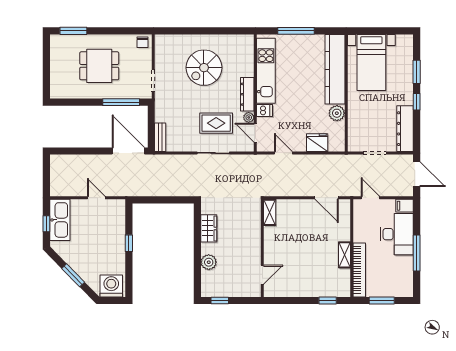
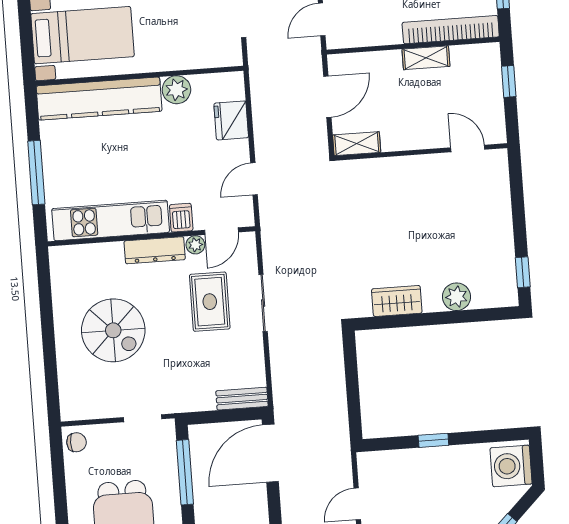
shelving: (270, 212) -> (357, 144), moved
wall: (262, 248) -> (421, 152), moved
door: (262, 275) -> (468, 149), moved

